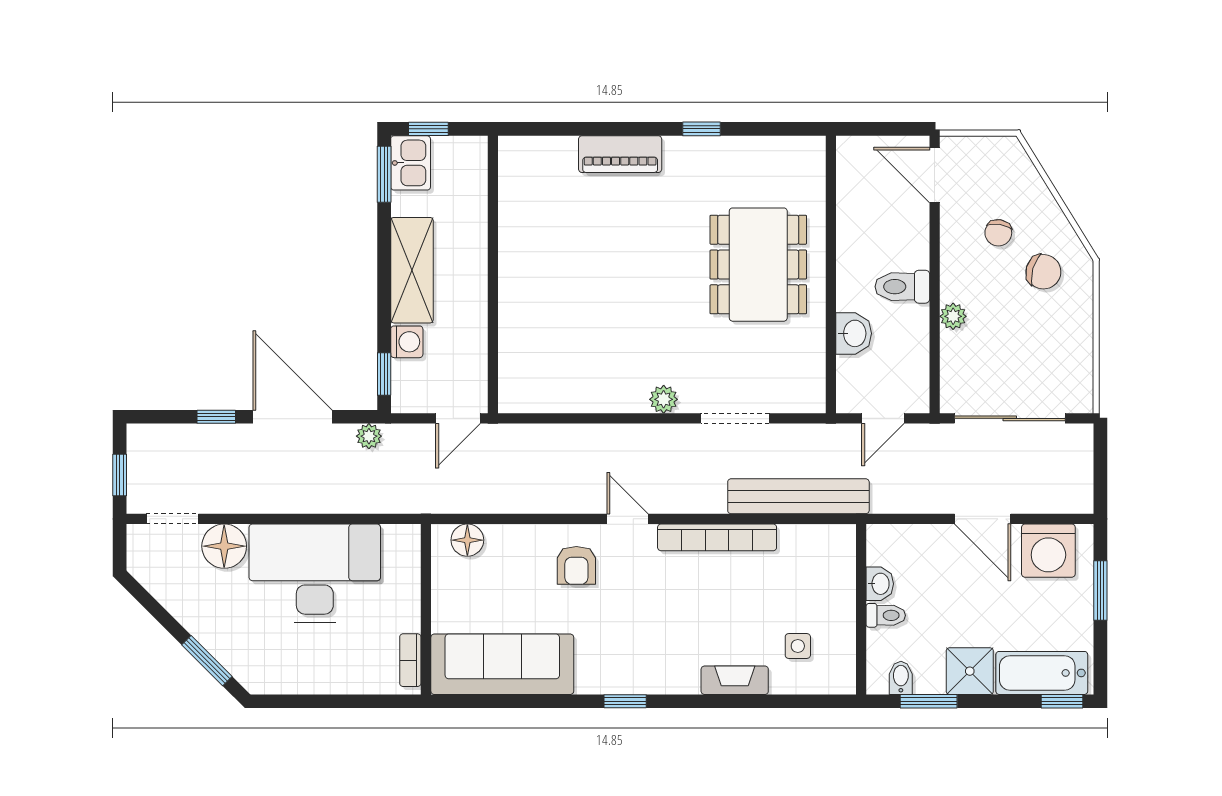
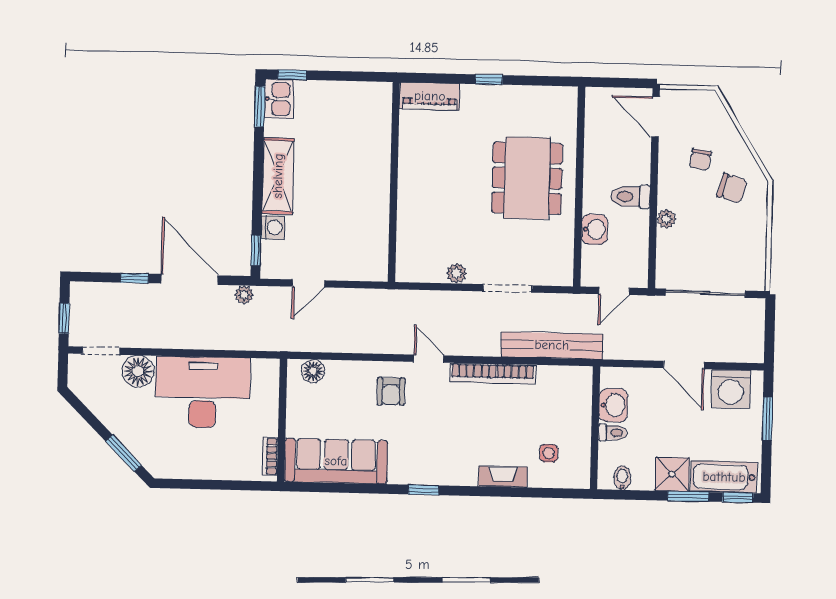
wall: (493, 275) -> (394, 182), moved
washbasin: (880, 584) -> (613, 405), width x1.38, depth x1.45
window: (929, 701) -> (688, 496), moved

